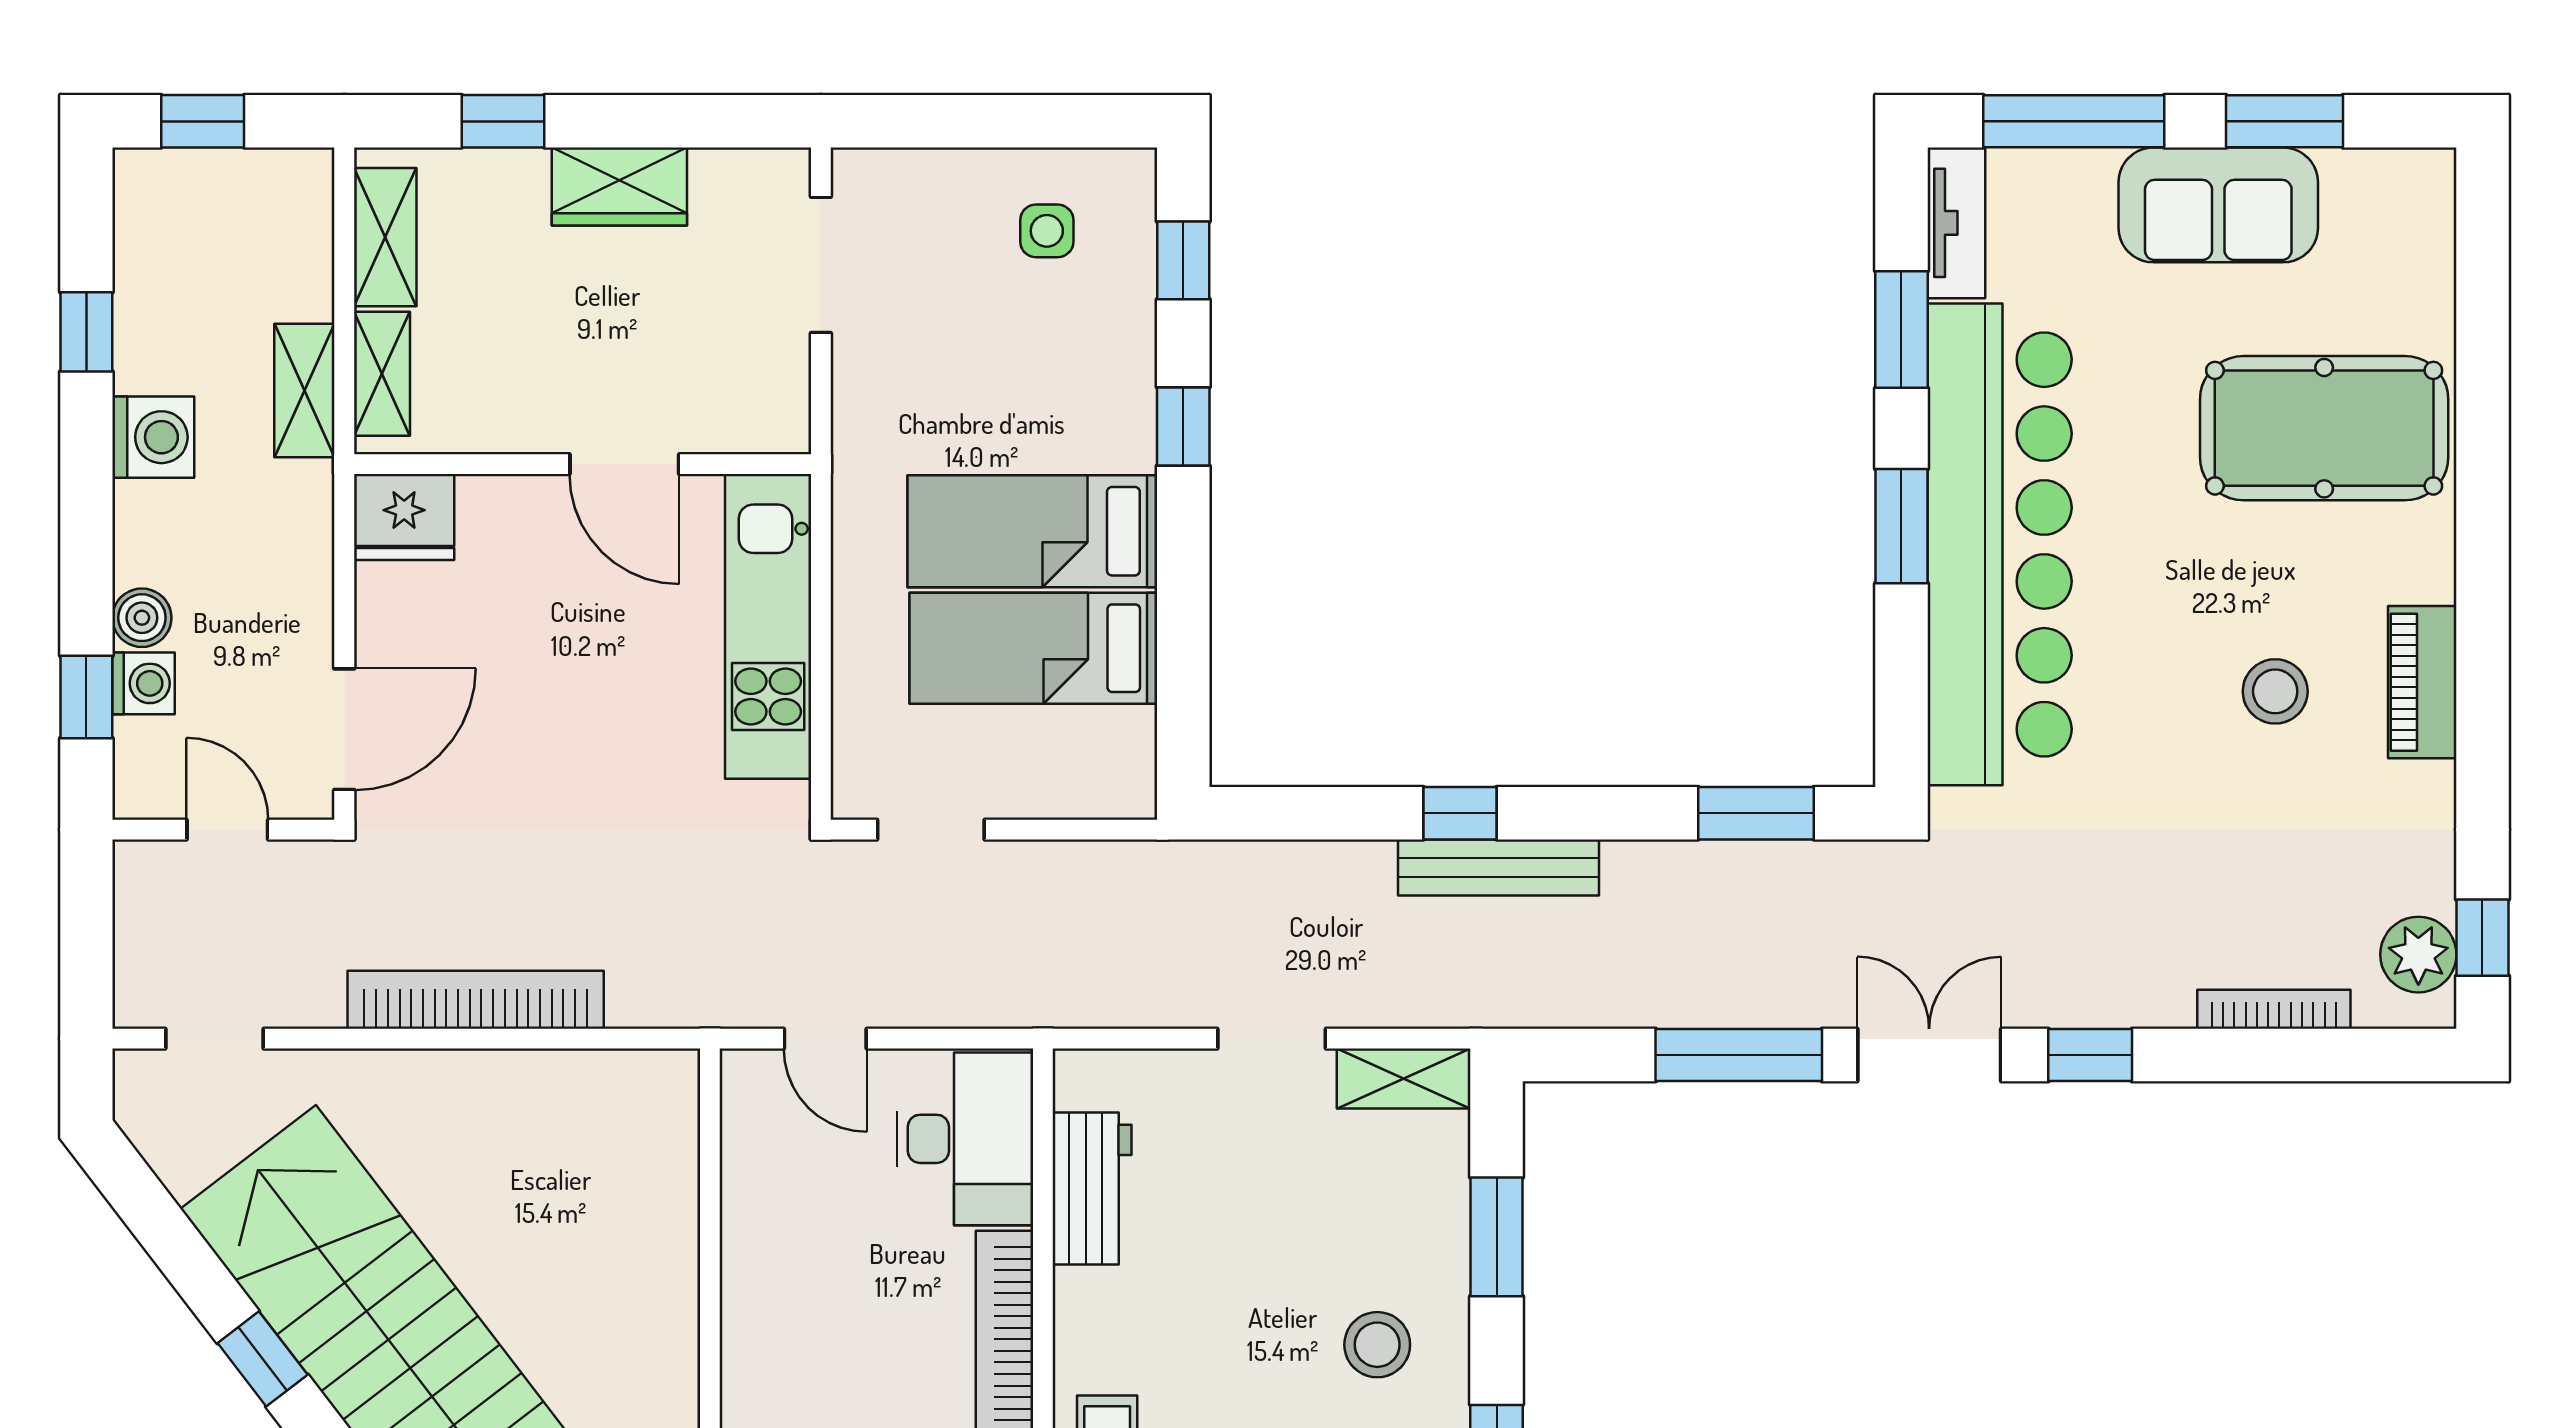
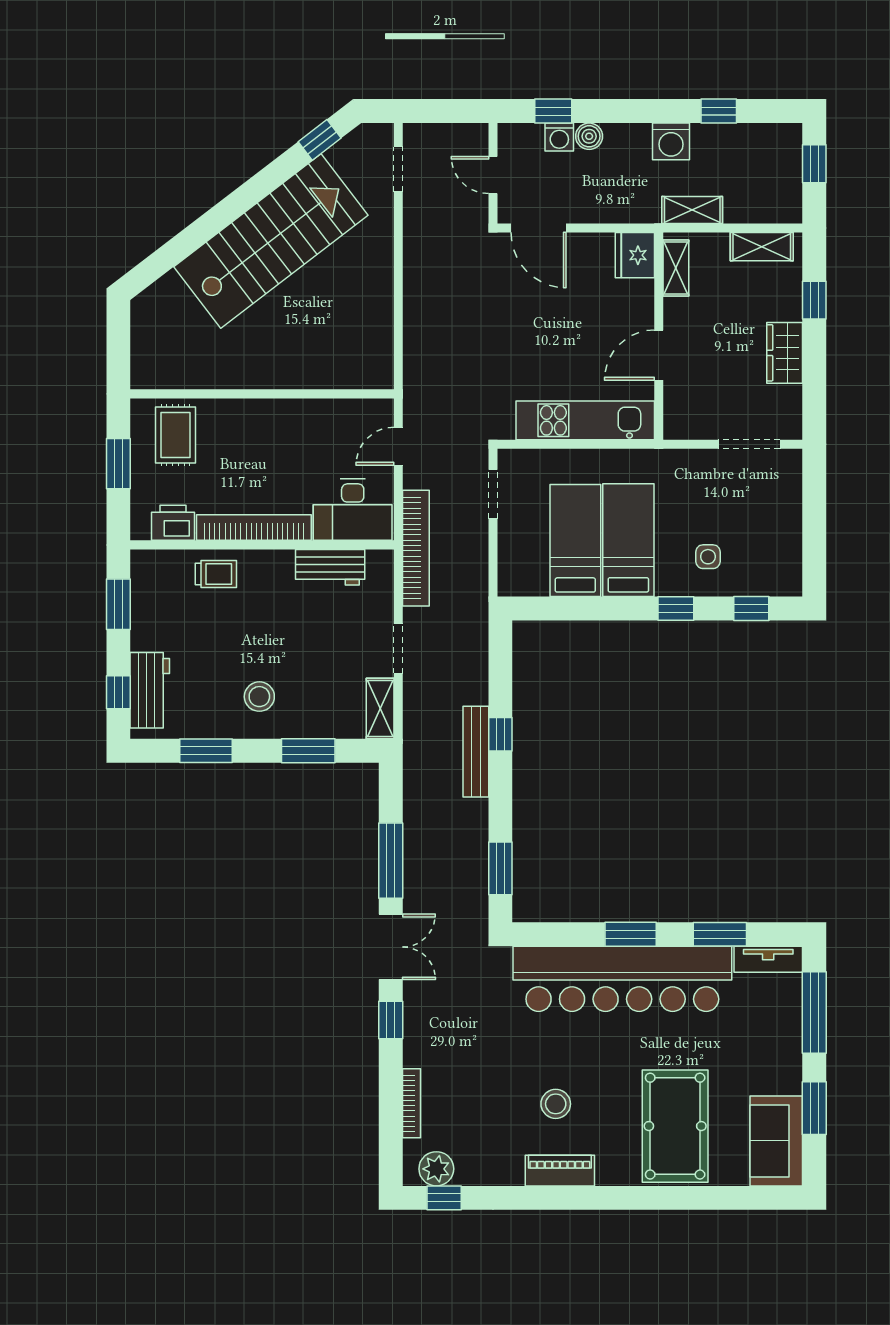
sofa: (2218, 205) -> (776, 1141), moved
side table: (1047, 231) -> (708, 557), moved
shelving: (382, 374) -> (676, 268), moved, turned 90
door: (227, 830) -> (493, 175), swing flipped
bookcase: (476, 1000) -> (416, 548), moved
window: (263, 1359) -> (320, 140), moved

